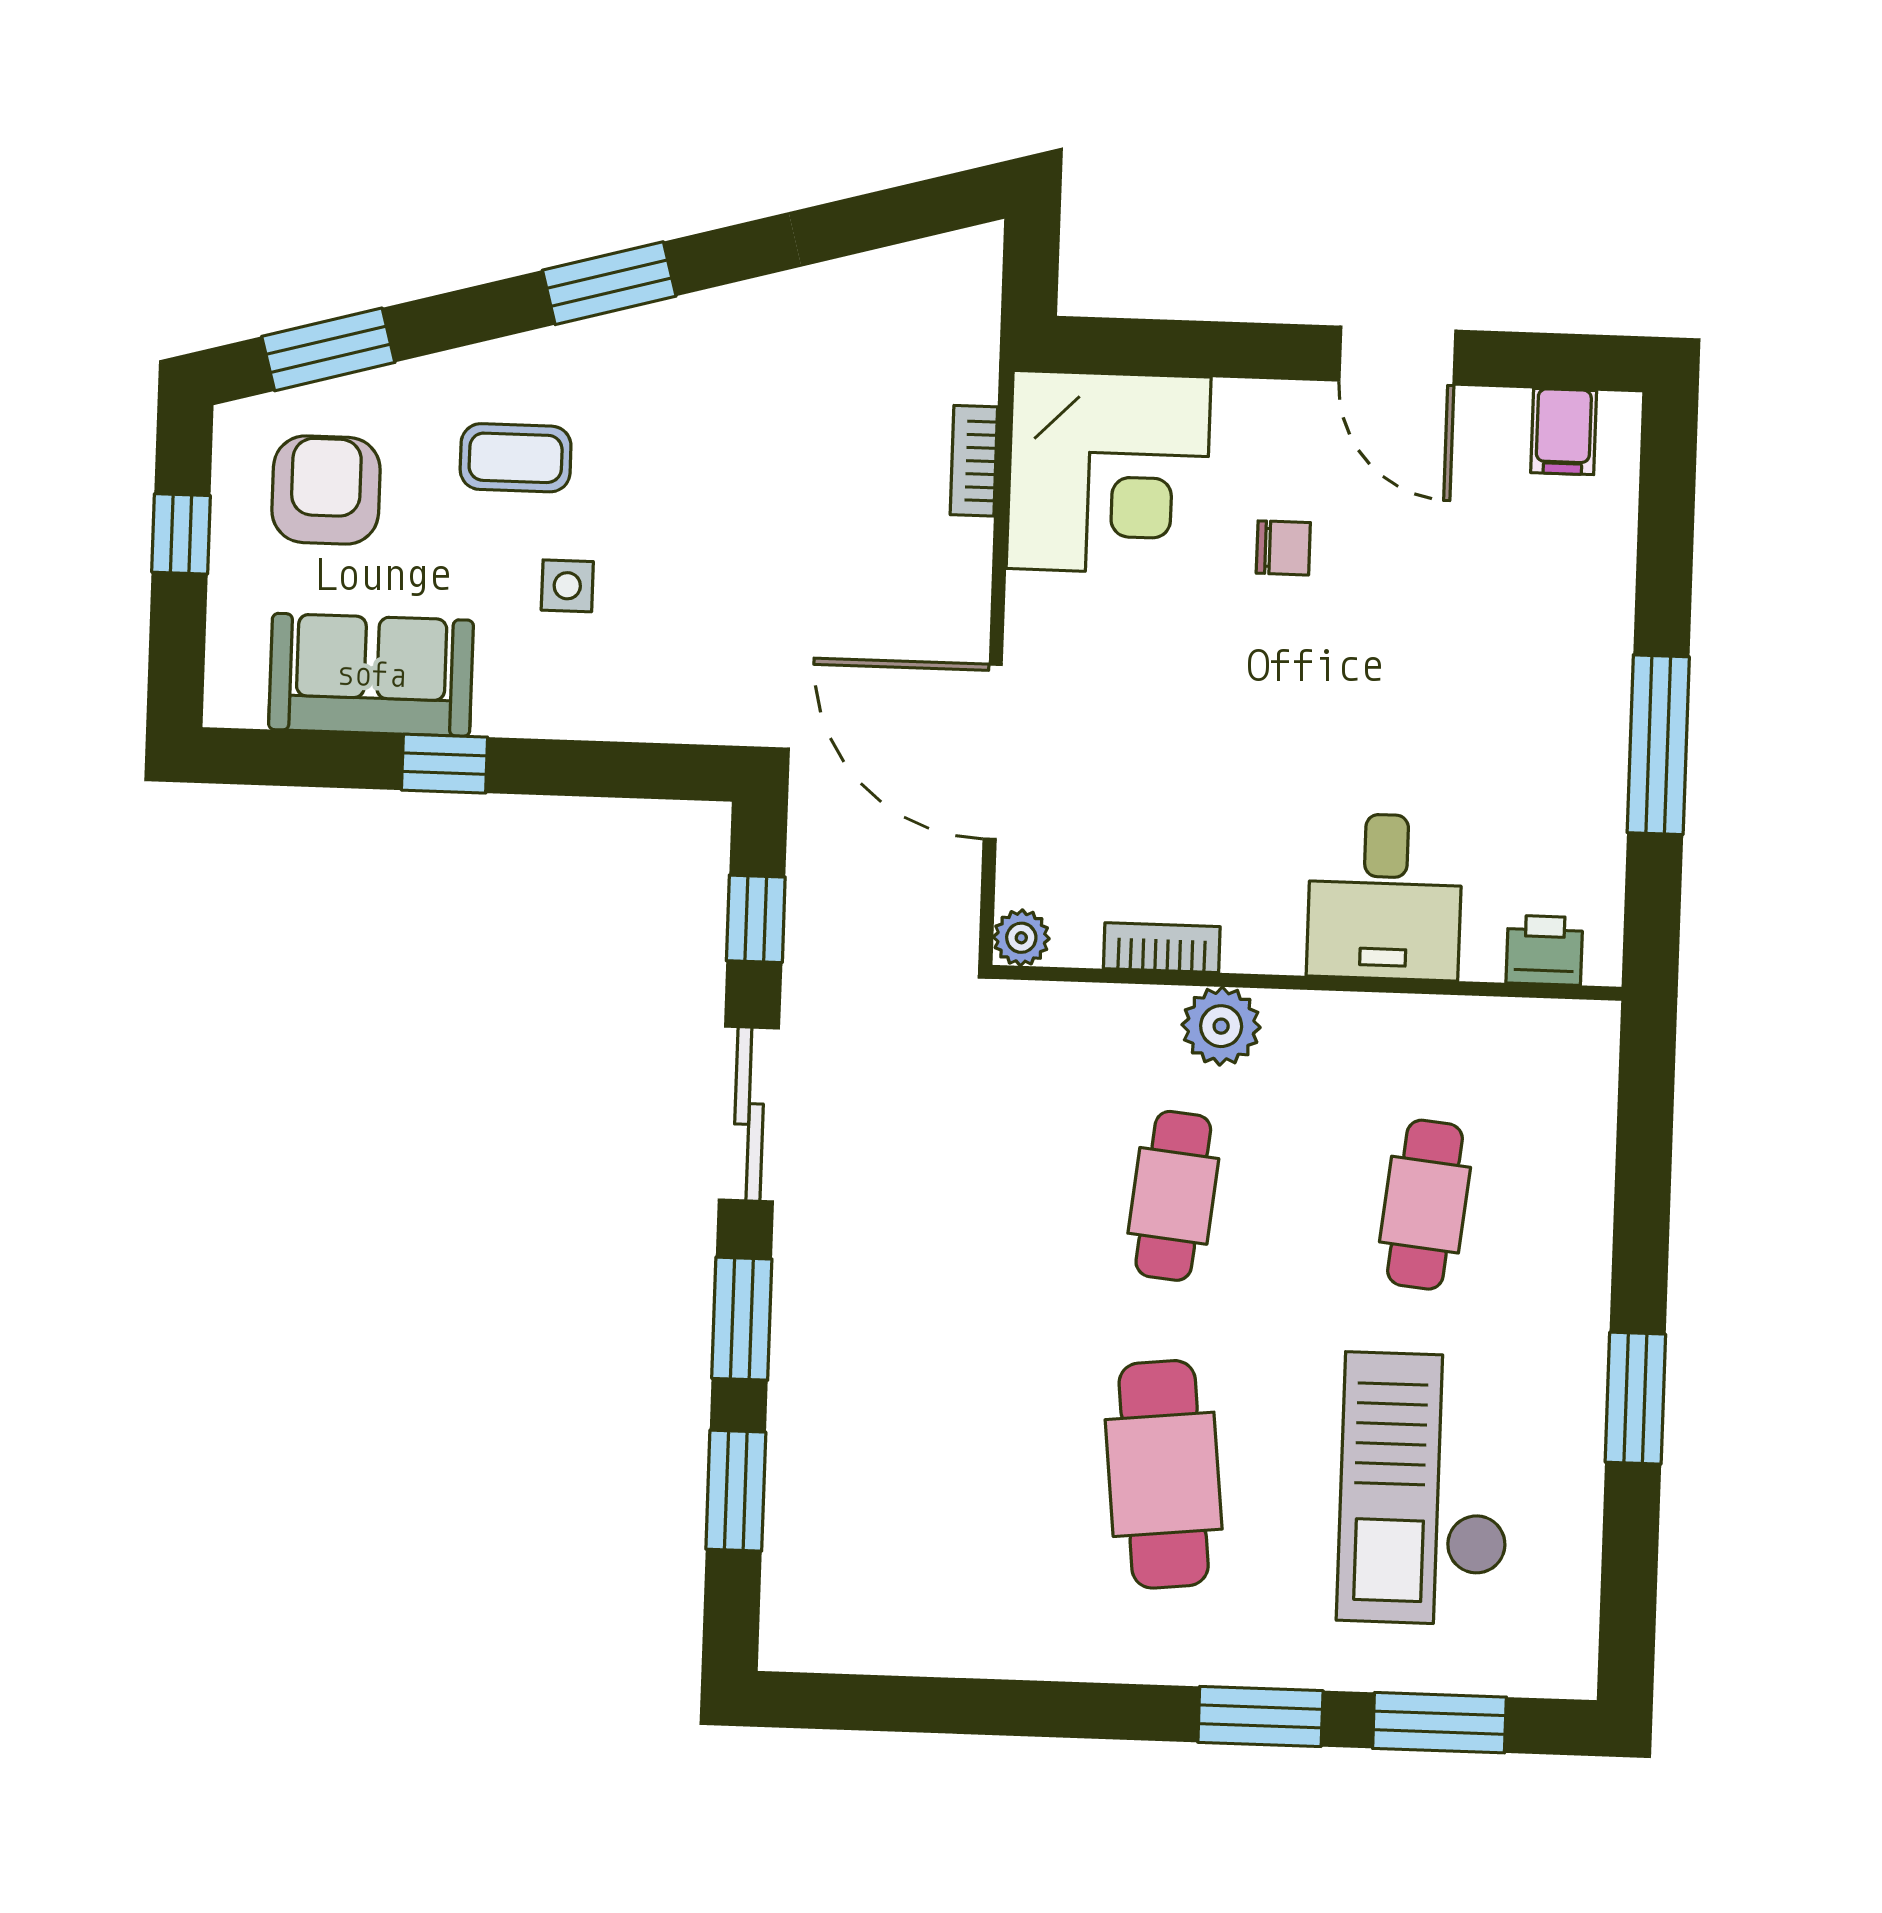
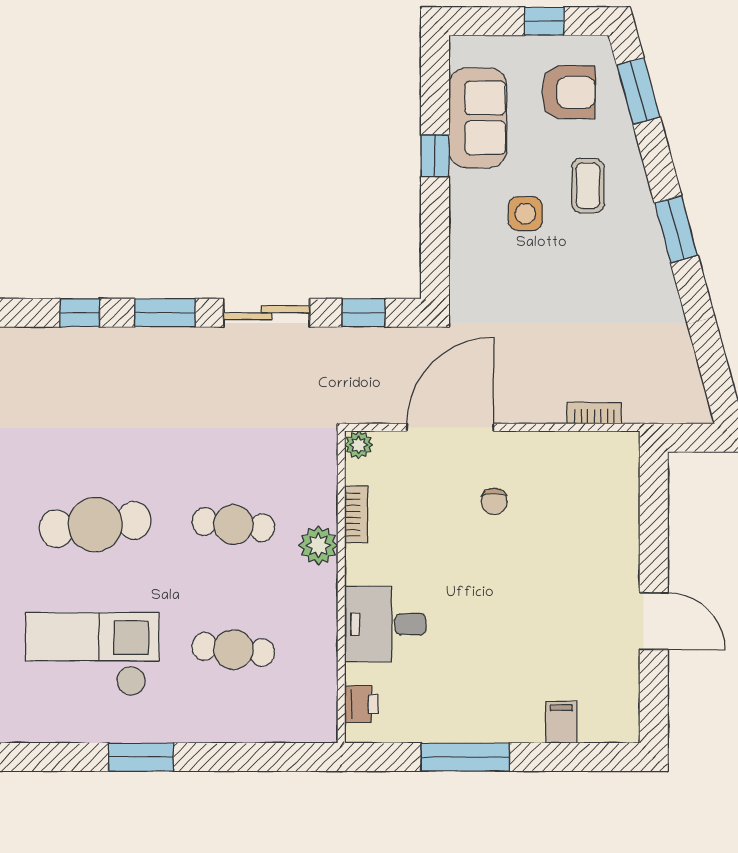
door: (1397, 356) -> (654, 621), swing flipped
filing cabinet: (1564, 432) -> (561, 722), moved, turned 90
corner desk: (1109, 473) -> (591, 480), removed
chair: (1283, 548) -> (494, 501), moved
side table: (567, 586) -> (525, 214), width x1.37, depth x1.37
window: (736, 1491) -> (80, 313), width x0.67

